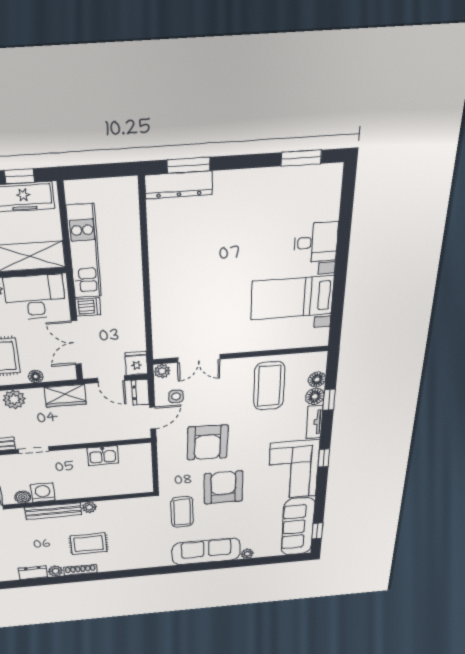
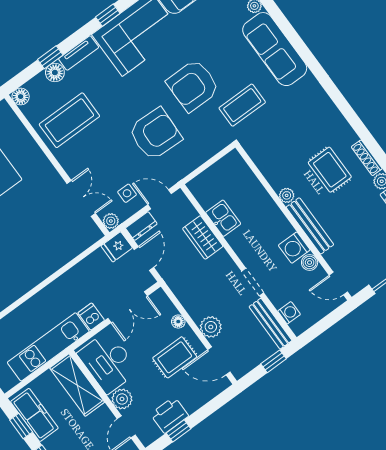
floor lamp: (317, 379) -> (21, 97), moved
wardrobe: (65, 396) -> (203, 237), moved, turned 180

